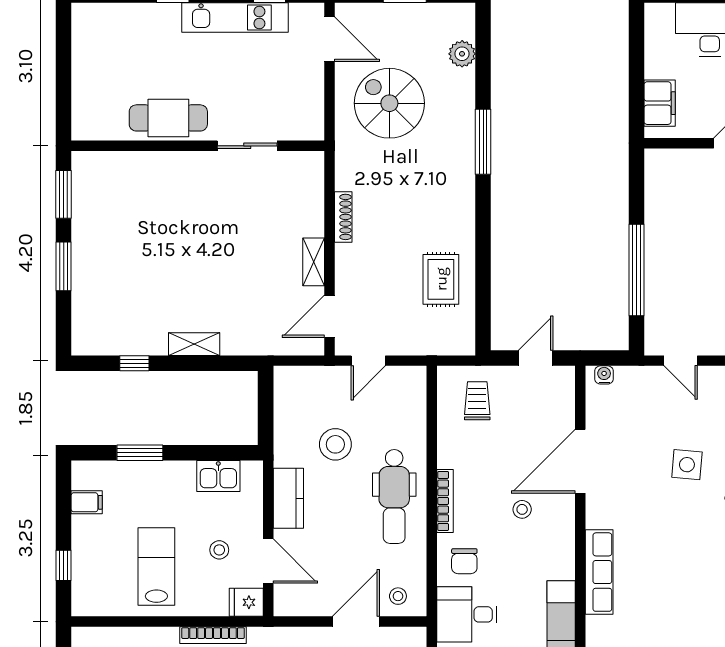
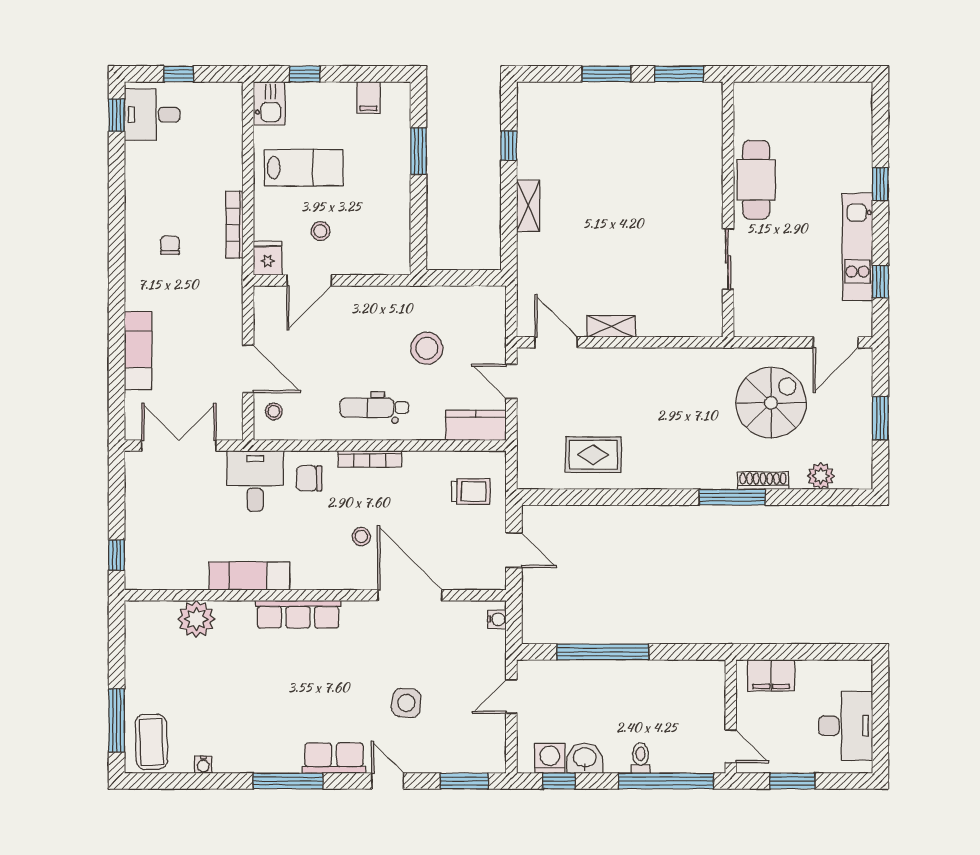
shoe rack: (343, 217) -> (763, 481), moved, turned 180
kitchen sink: (218, 476) -> (269, 103), moved, turned 180
dental chair: (394, 496) -> (374, 408), width x0.73, depth x0.72
kitchen counter: (288, 498) -> (476, 425), moved, turned 180

